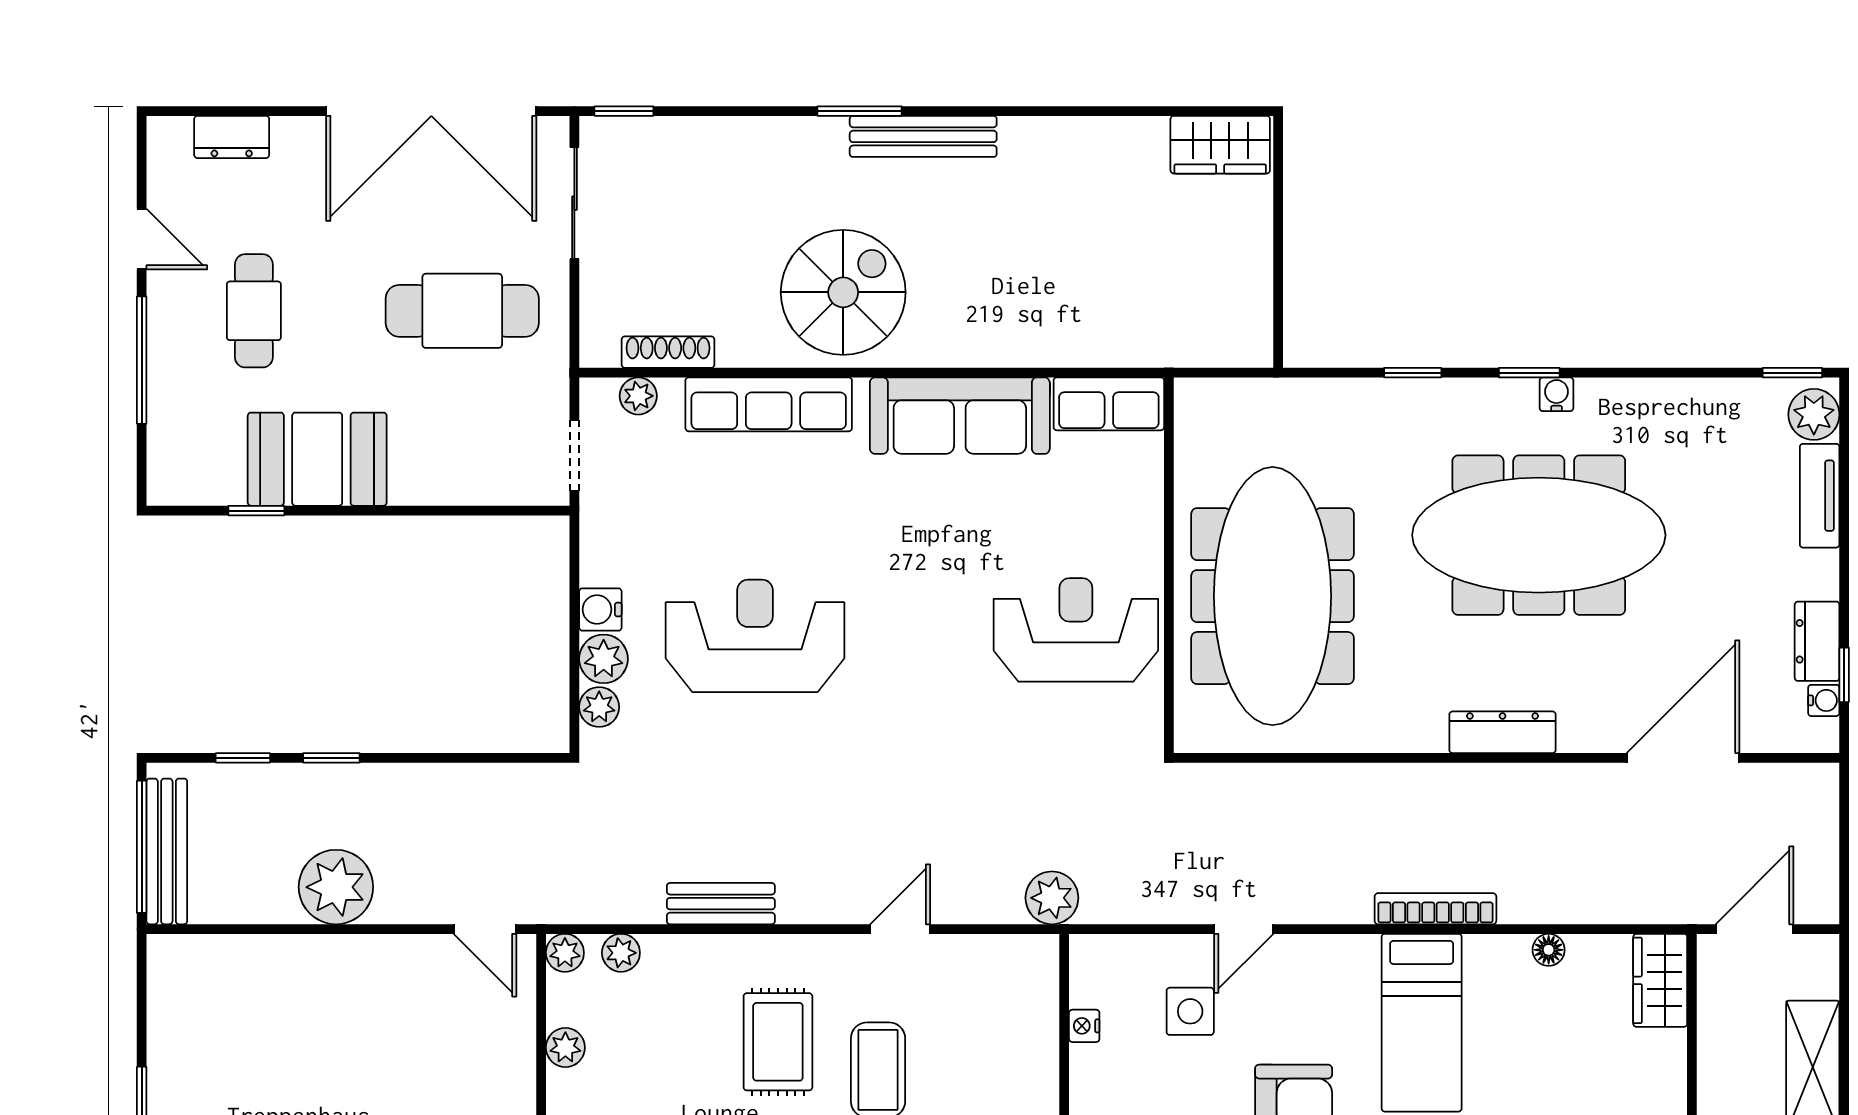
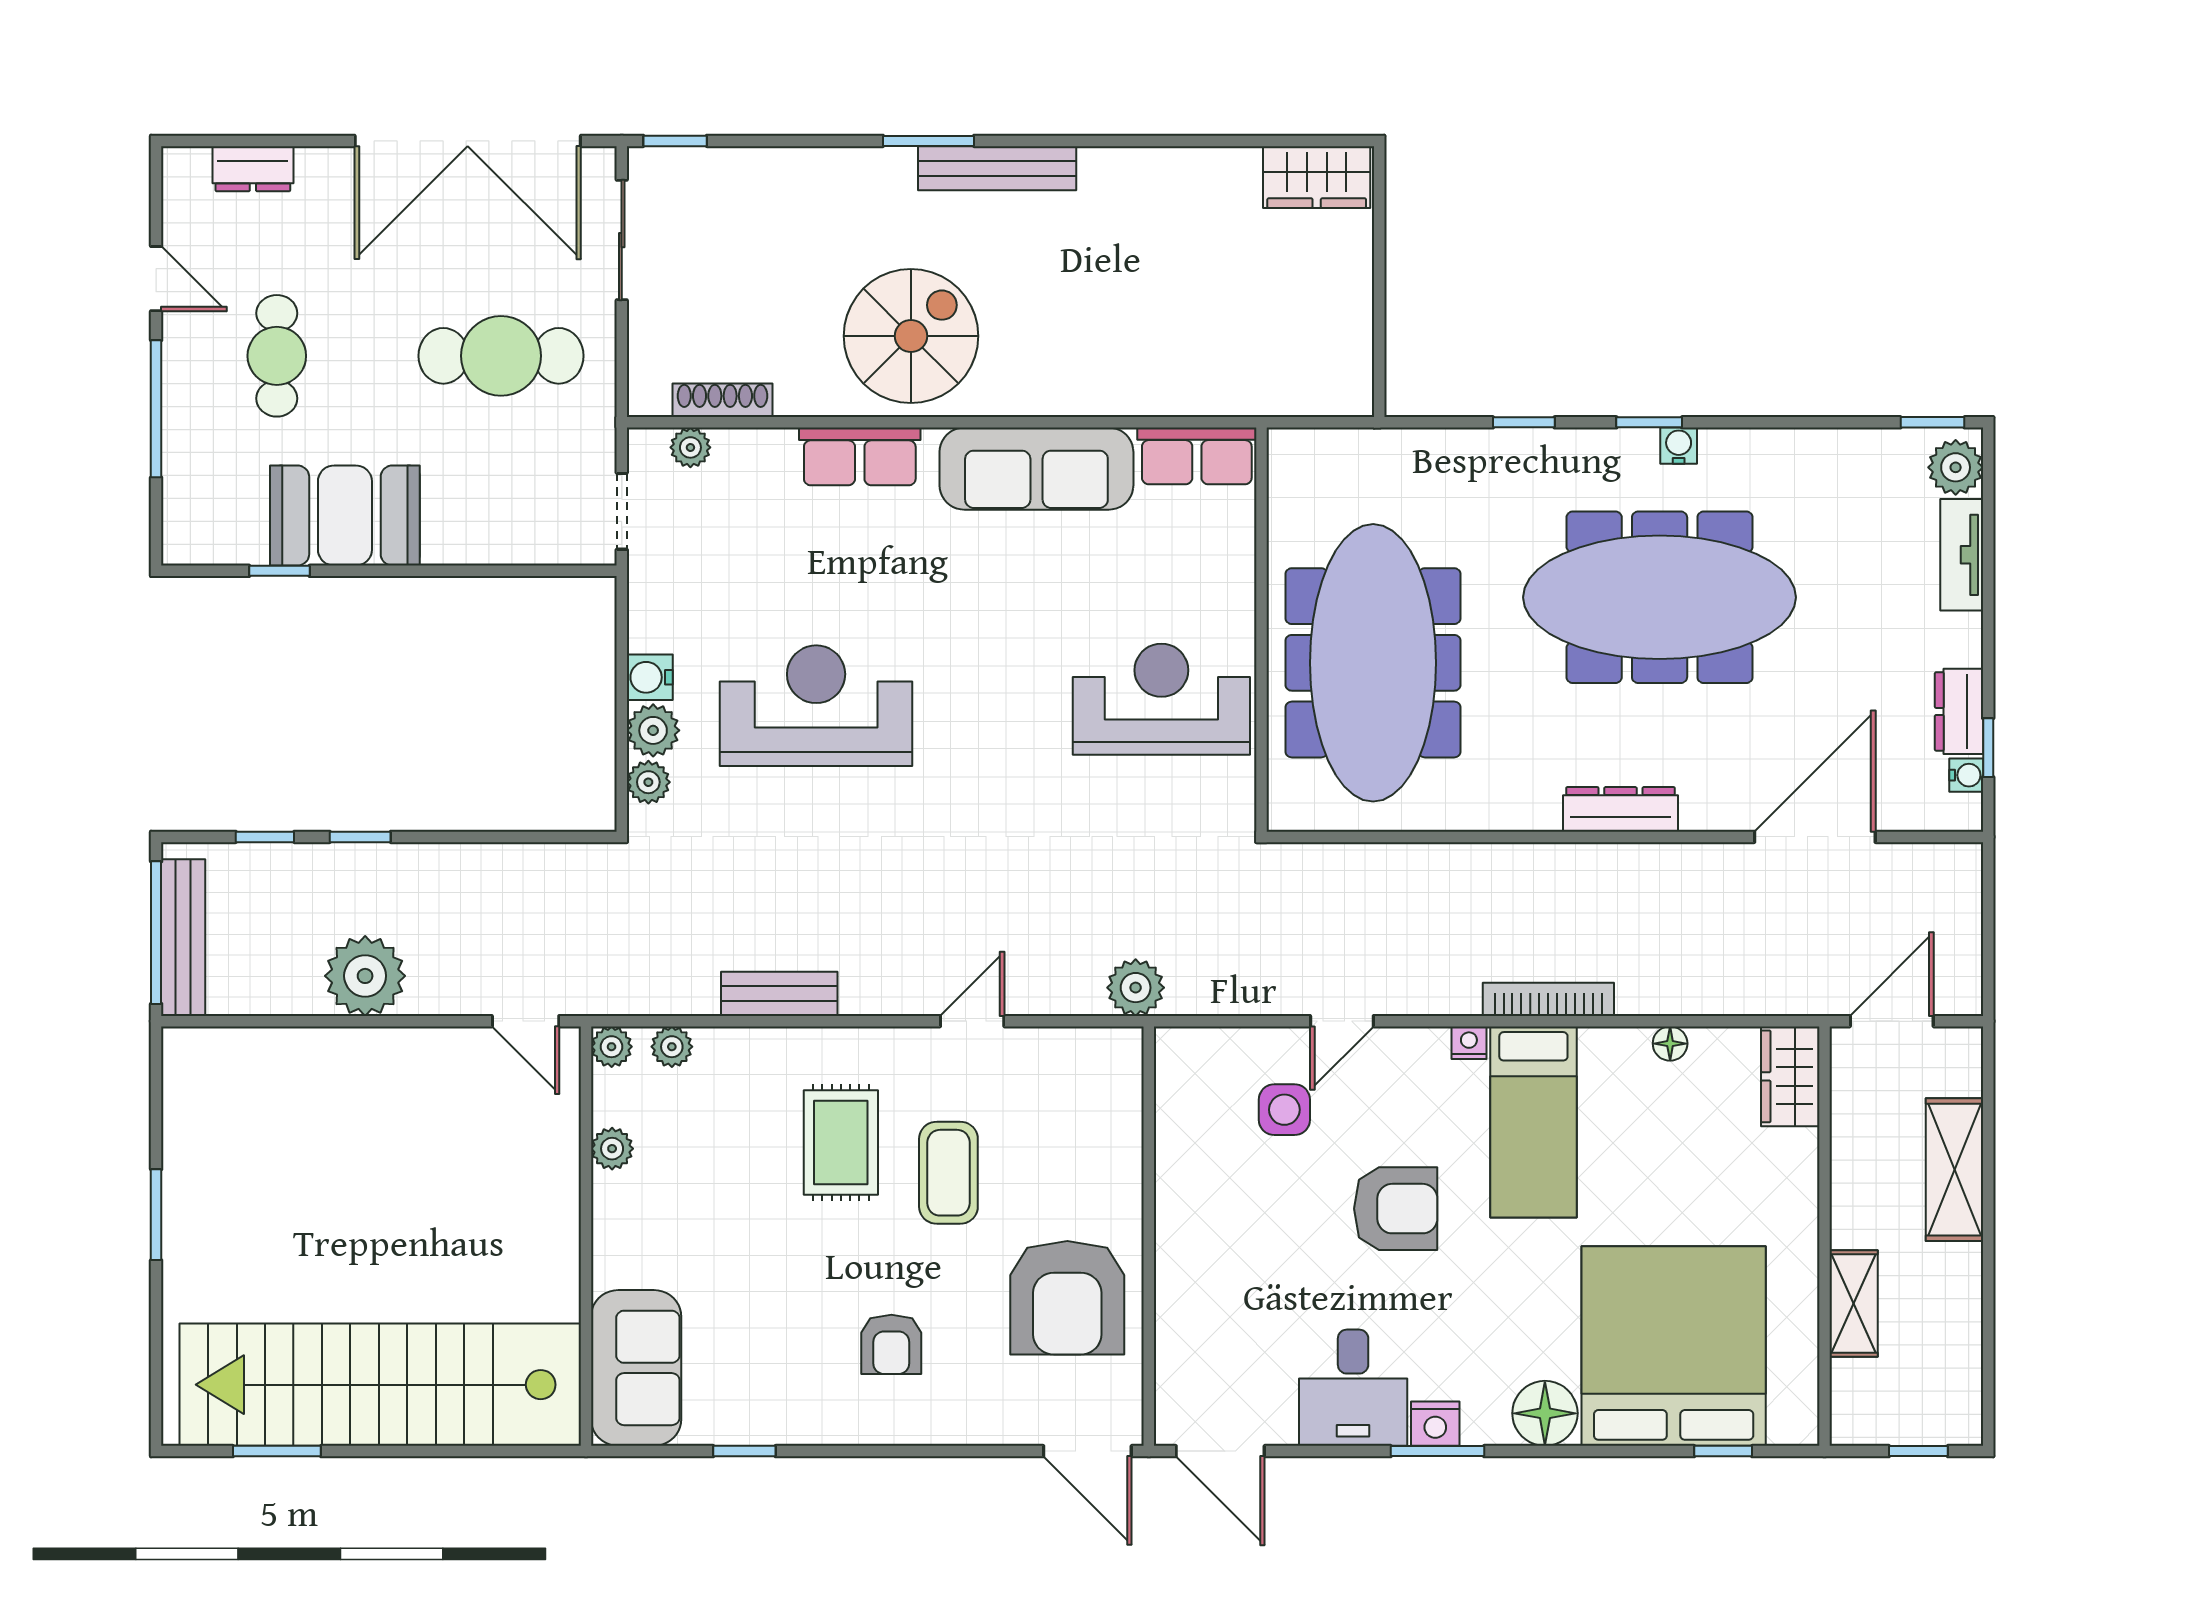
row of seats: (769, 404) -> (860, 456), width x0.68
nightstand: (1084, 1026) -> (1469, 1043), moved, turned 90

